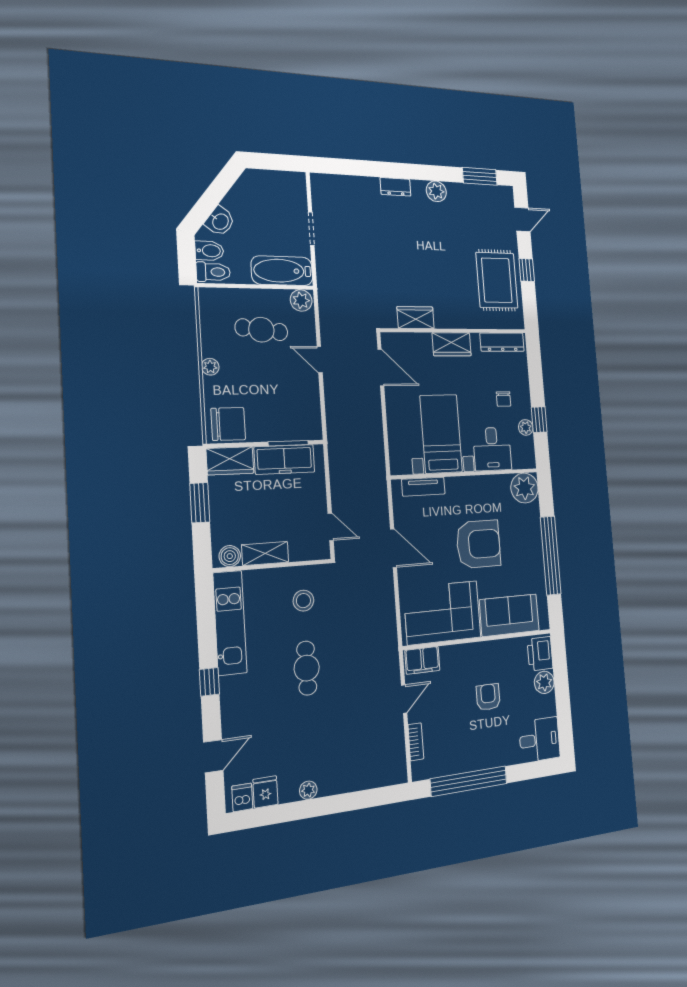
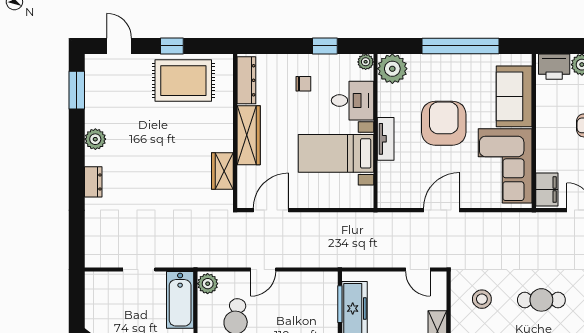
wardrobe: (452, 344) -> (249, 135), width x1.50
plant: (526, 427) -> (366, 62), moved
tv unit: (423, 487) -> (386, 139), moved
door: (331, 527) -> (418, 270), swing flipped

